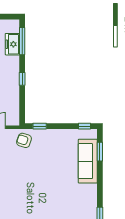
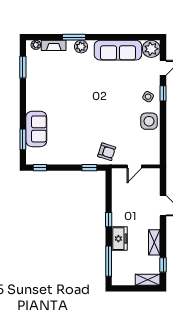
freezer: (12, 44) -> (119, 239), moved
sofa: (88, 161) -> (36, 129), width x0.73

